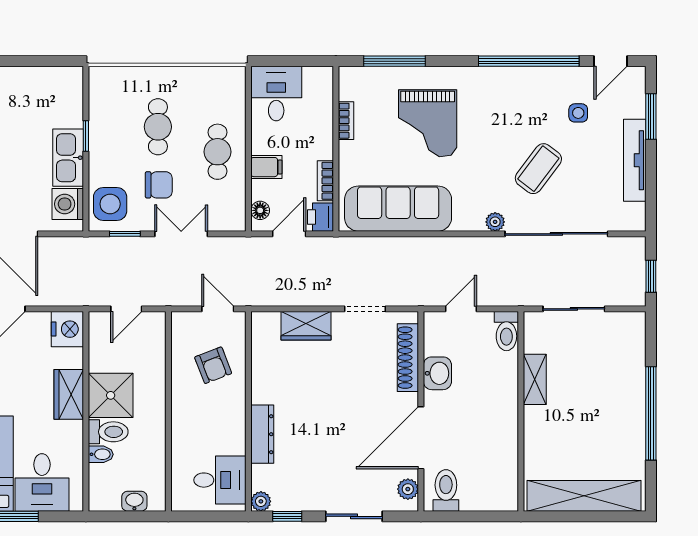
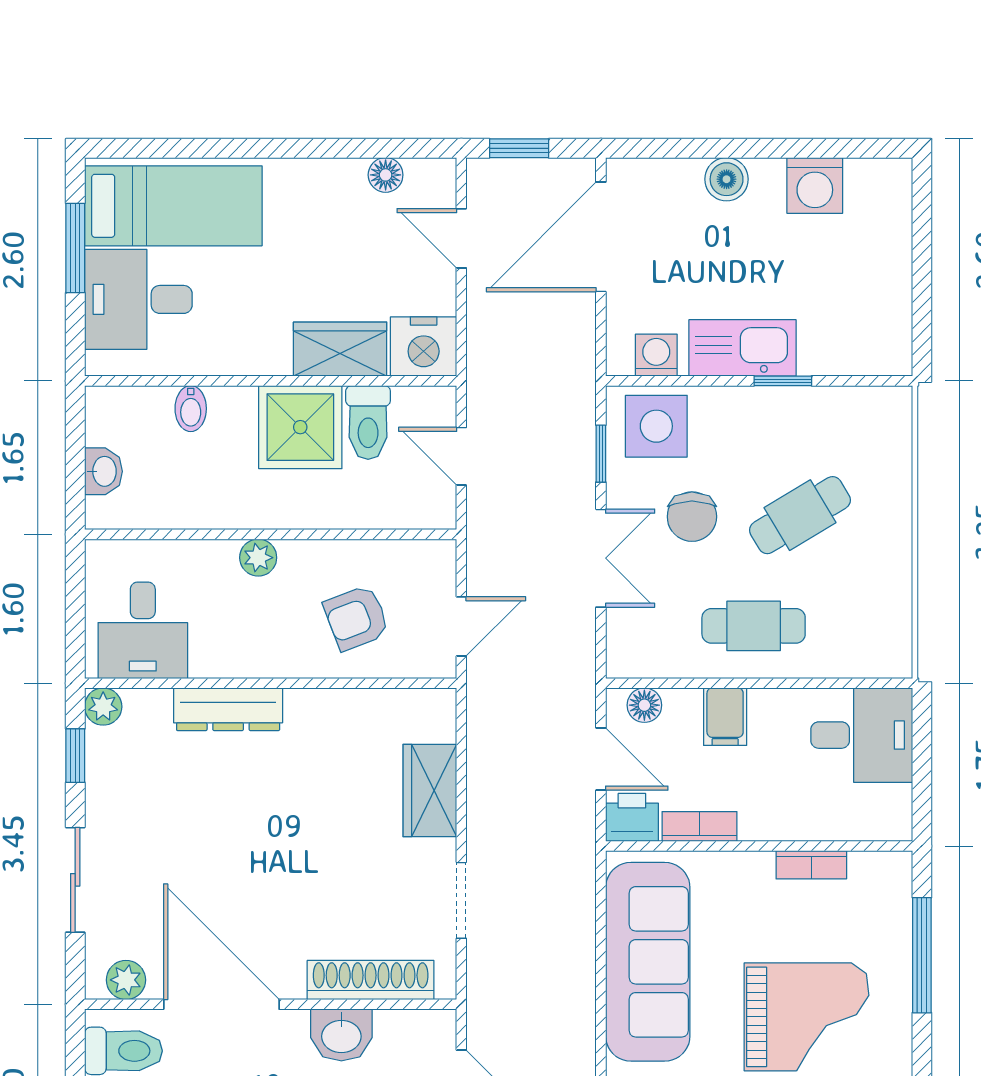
grand piano: (428, 123) -> (807, 1017), turned 180
cafe table: (158, 127) -> (800, 515), turned -31
washing machine: (68, 204) -> (656, 355), width x0.73, depth x0.73
wardrobe: (69, 394) -> (340, 349), moved
plant: (181, 418) -> (258, 558), added
toilet: (108, 432) -> (368, 422), moved

